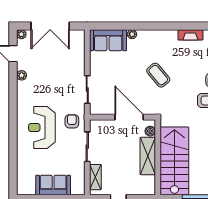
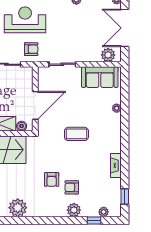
sofa: (108, 40) -> (100, 77), moved, turned -90
plant: (78, 43) -> (108, 55), added
coffee table: (158, 75) -> (76, 134), turned 40

